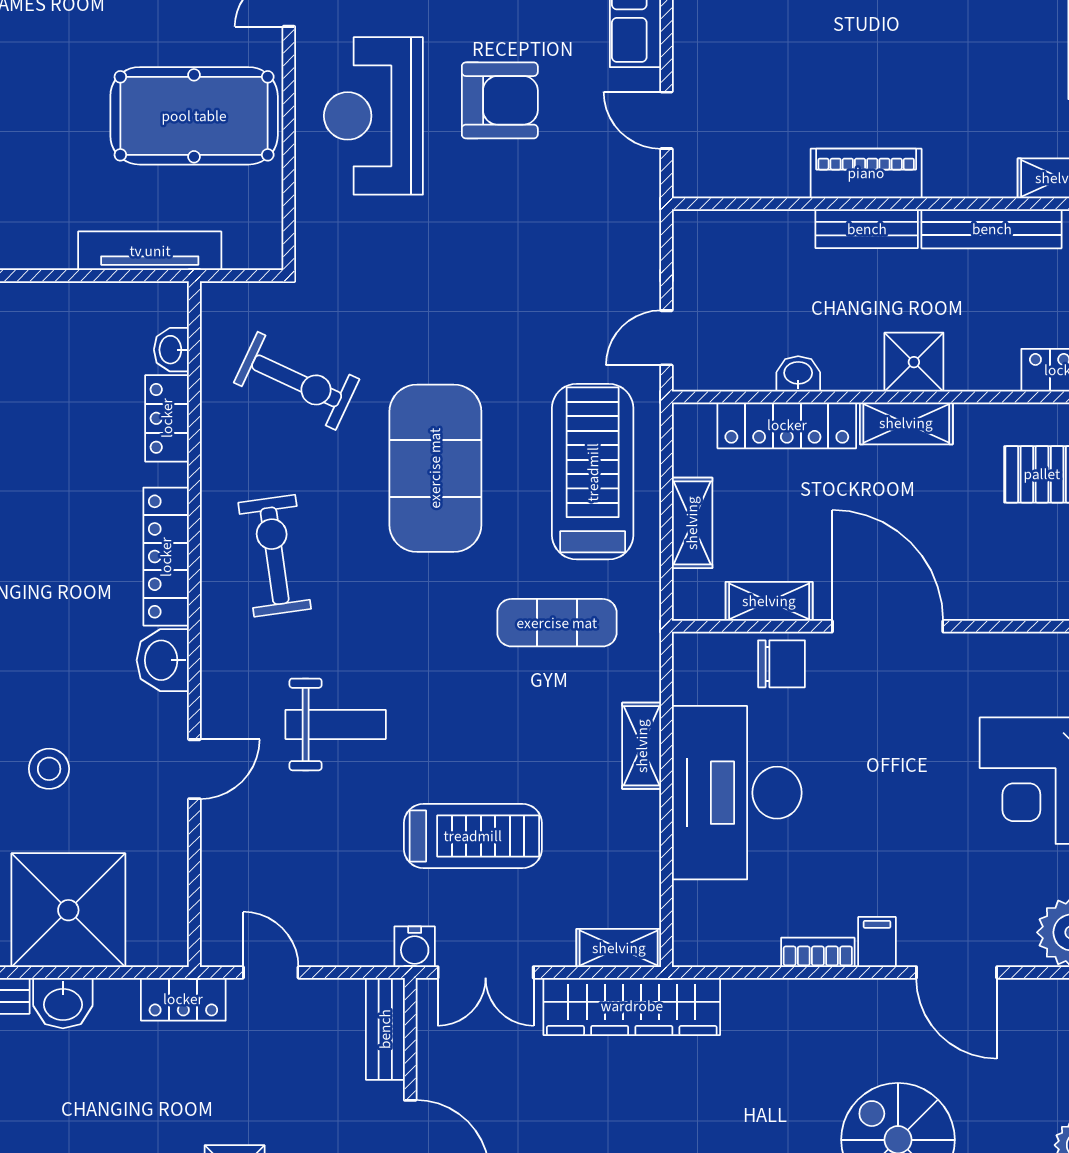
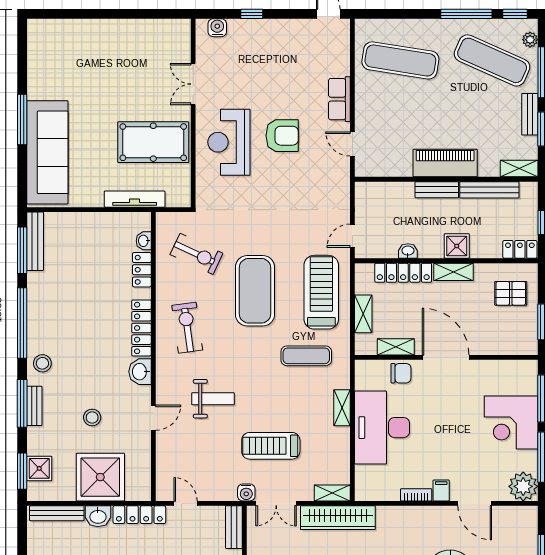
piano: (866, 173) -> (445, 163), width x1.37, depth x1.33
treadmill: (473, 836) -> (271, 446), turned 180
locker: (183, 999) -> (139, 515), width x1.53

